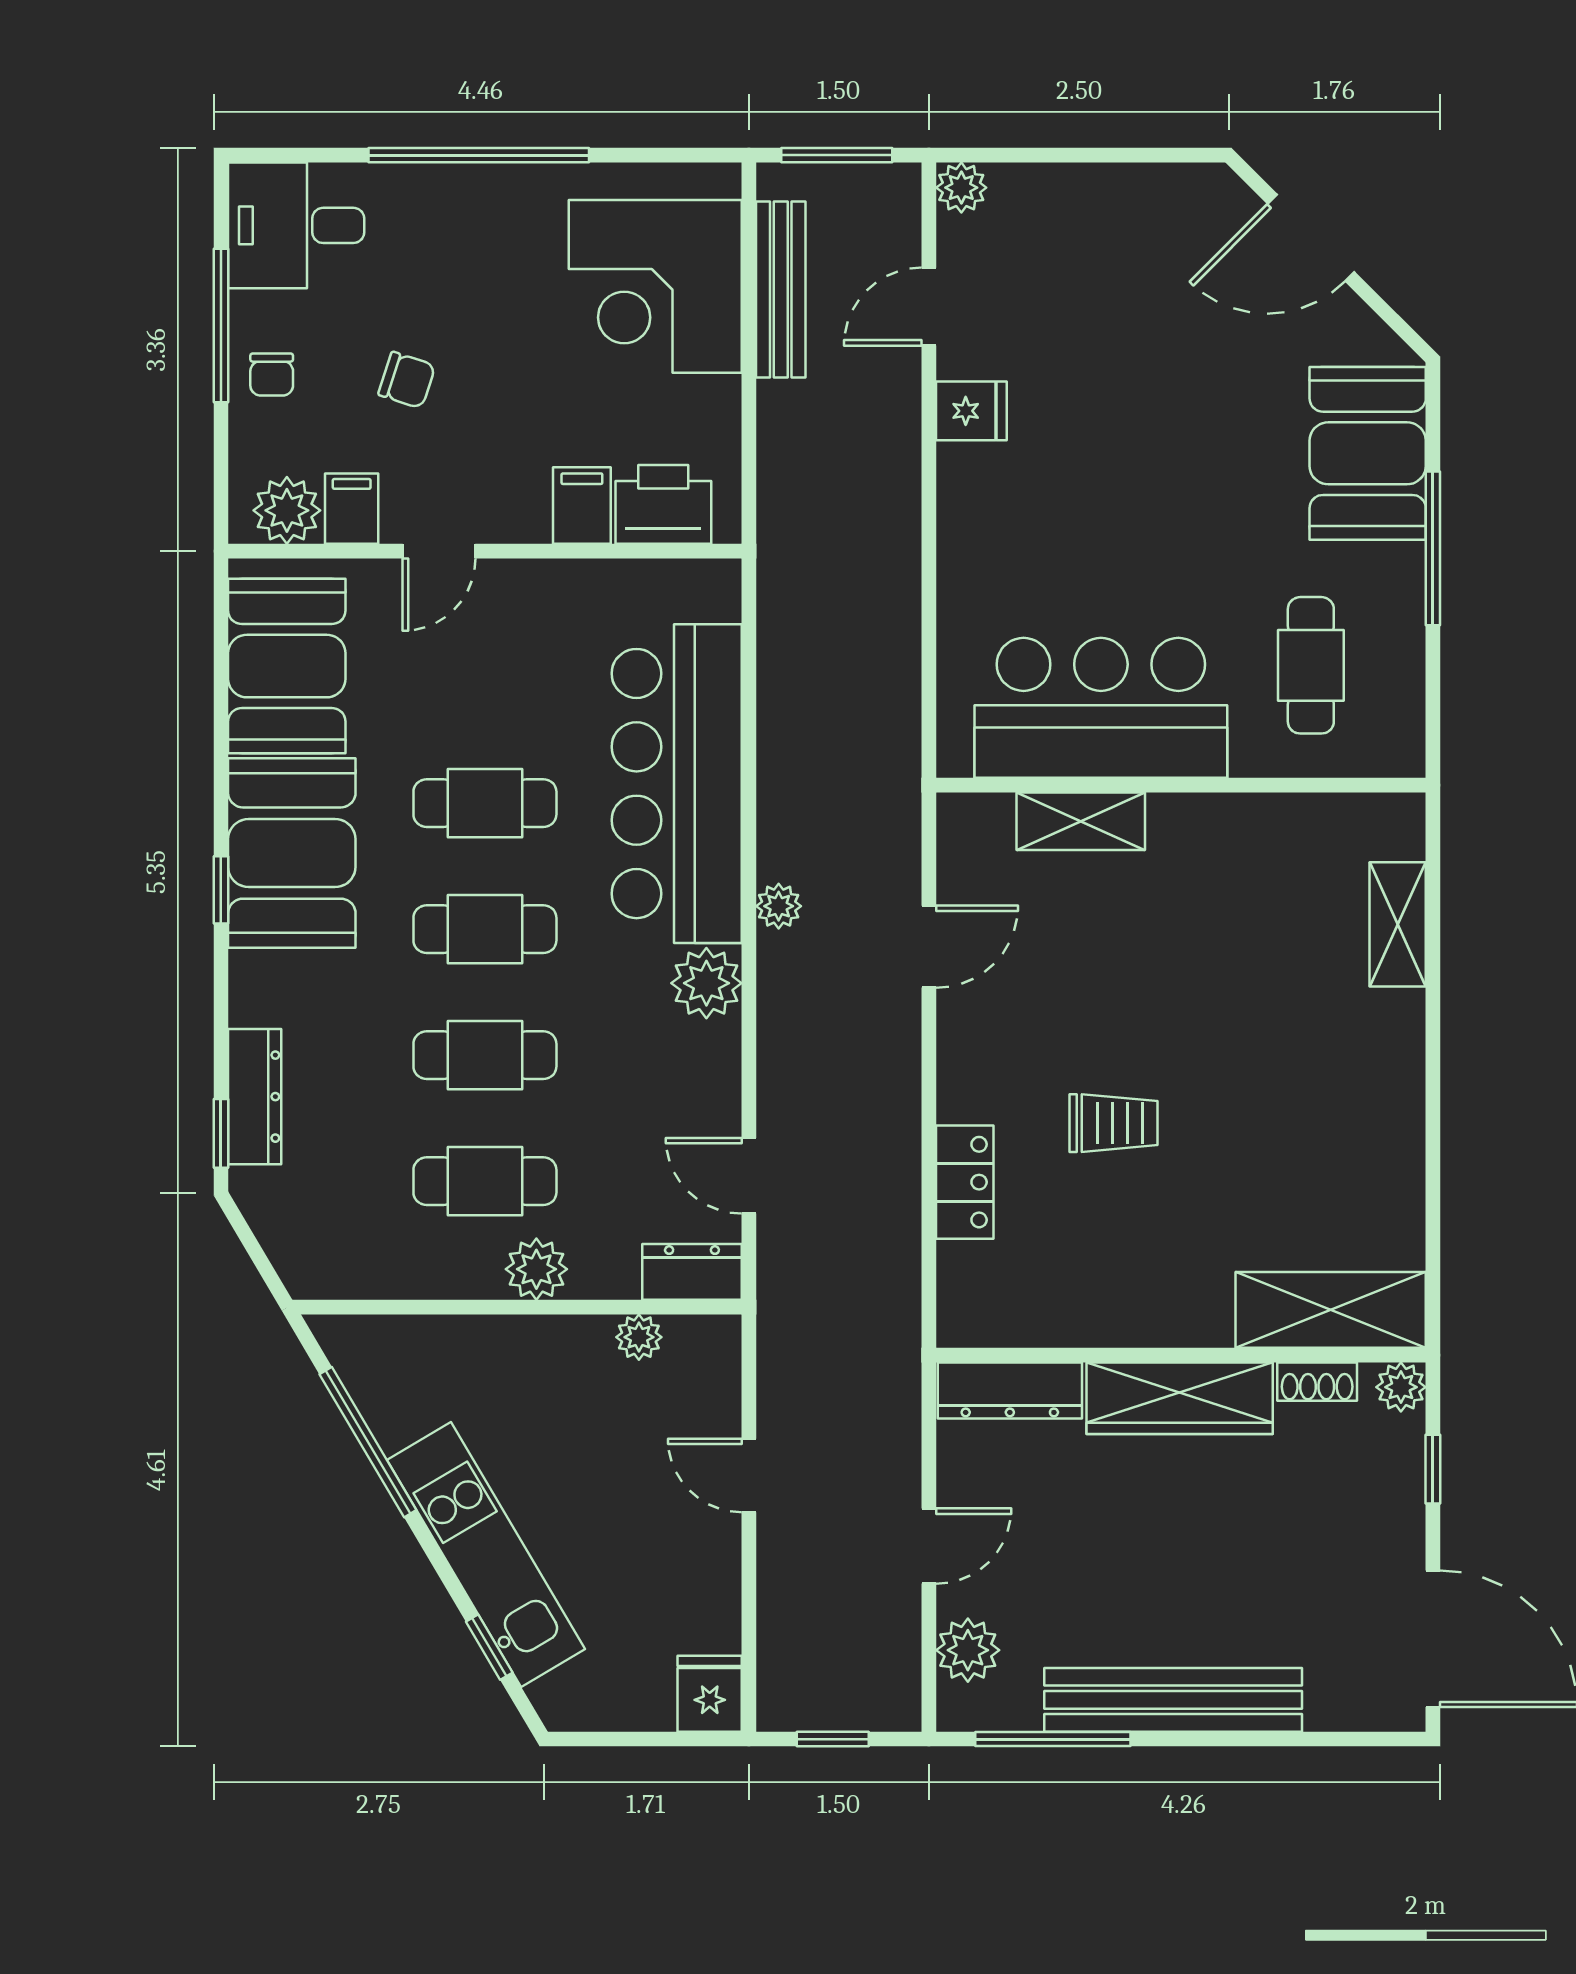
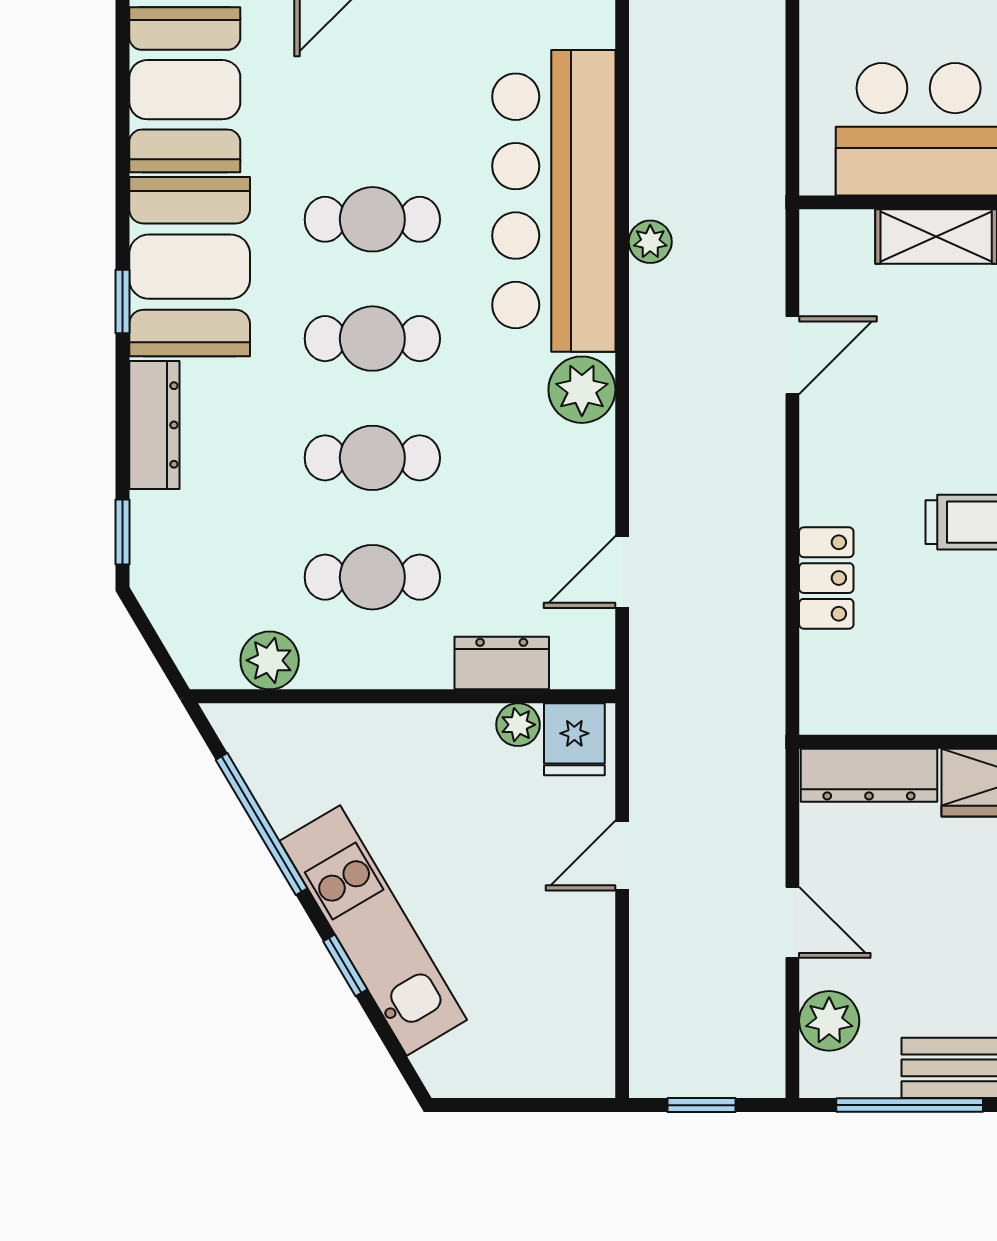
plant: (779, 906) -> (650, 242), moved
dresser: (255, 1097) -> (154, 425), moved
door: (749, 1176) -> (622, 572), hinge flipped
plant: (536, 1269) -> (270, 660), moved
dresser: (692, 1272) -> (502, 663), moved
door: (749, 1475) -> (622, 856), hinge flipped
door: (929, 1546) -> (792, 922), hinge flipped
window: (489, 1647) -> (345, 965), moved
fridge: (710, 1694) -> (574, 739), moved, turned 180

